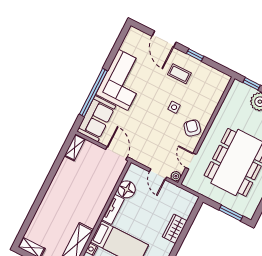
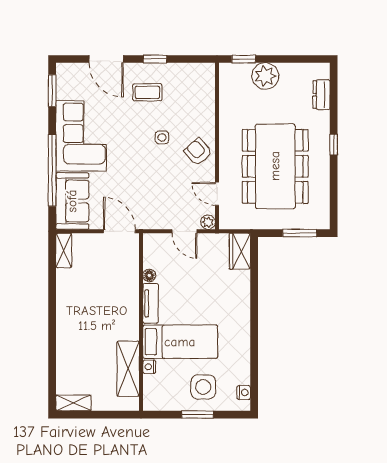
window: (119, 42) -> (52, 91), added
floor lamp: (127, 189) -> (149, 275), width x0.53, depth x0.53
wardrobe: (175, 229) -> (240, 251), moved

